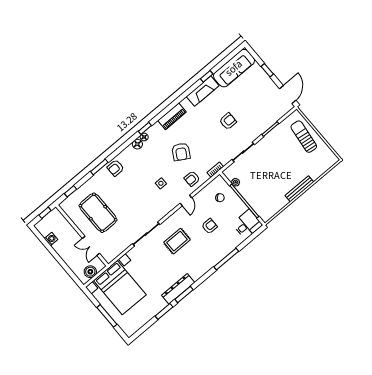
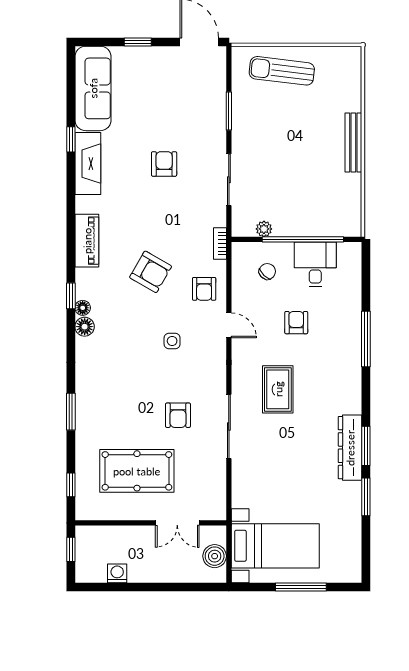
armchair: (116, 168) -> (178, 415), moved
desk: (247, 224) -> (315, 264), moved
bed with nightstands: (120, 288) -> (275, 546), width x0.73

